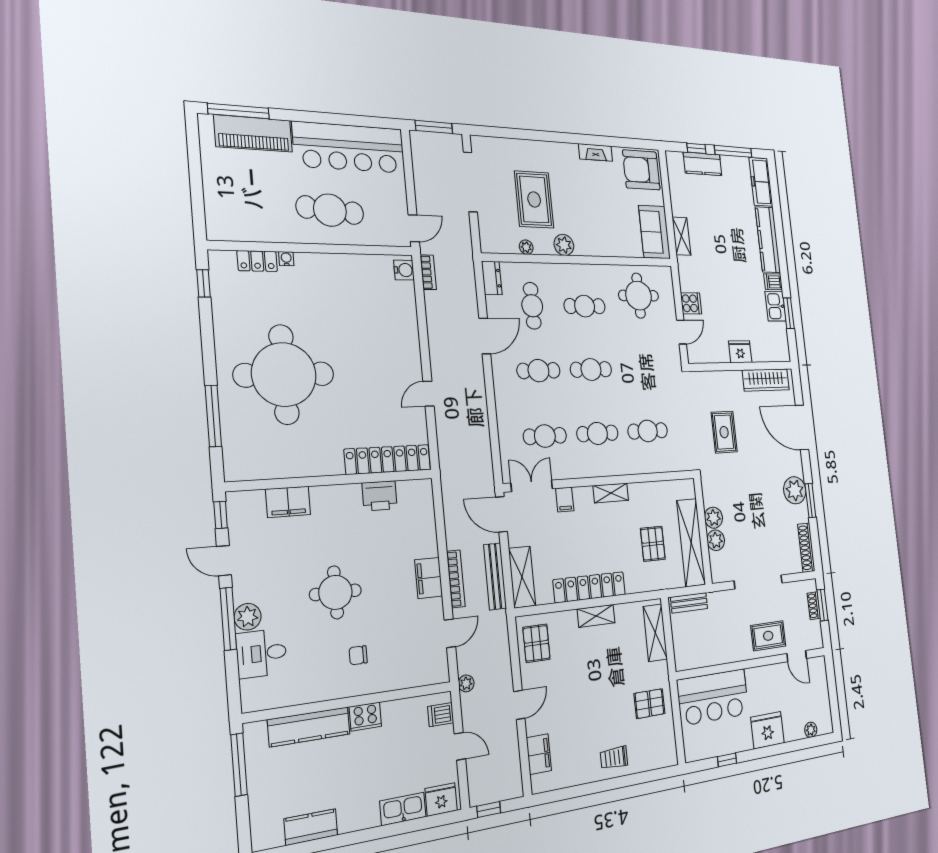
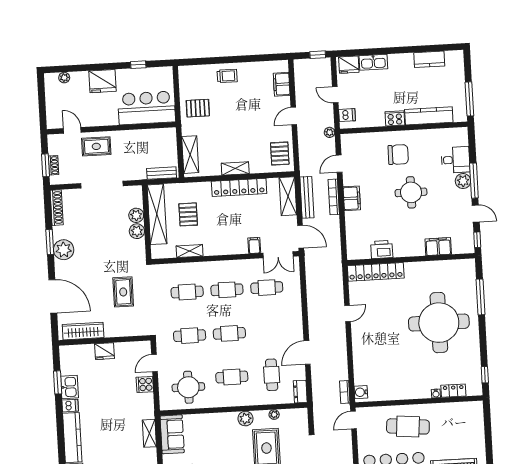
cafe table: (539, 371) -> (190, 336), moved
shelving: (611, 493) -> (190, 251), moved
chair: (358, 655) -> (398, 155), width x1.87, depth x1.87

